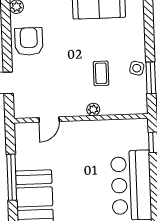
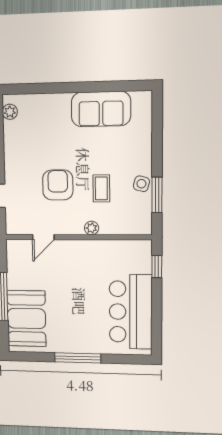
armchair: (29, 41) -> (58, 185), moved

